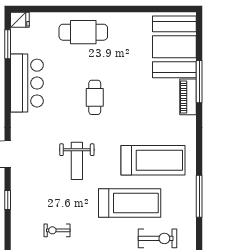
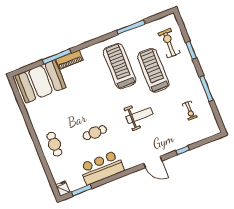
cafe table: (83, 32) -> (54, 144), width x0.73, depth x0.74
cafe table: (95, 97) -> (95, 133), moved

